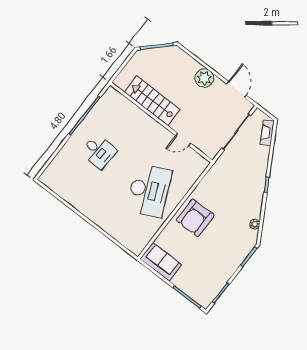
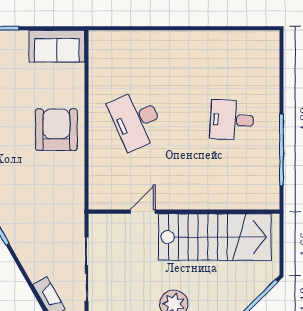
stairs: (152, 101) -> (215, 237), width x1.36, depth x1.51
desk: (149, 190) -> (136, 120), width x0.73, depth x0.77

